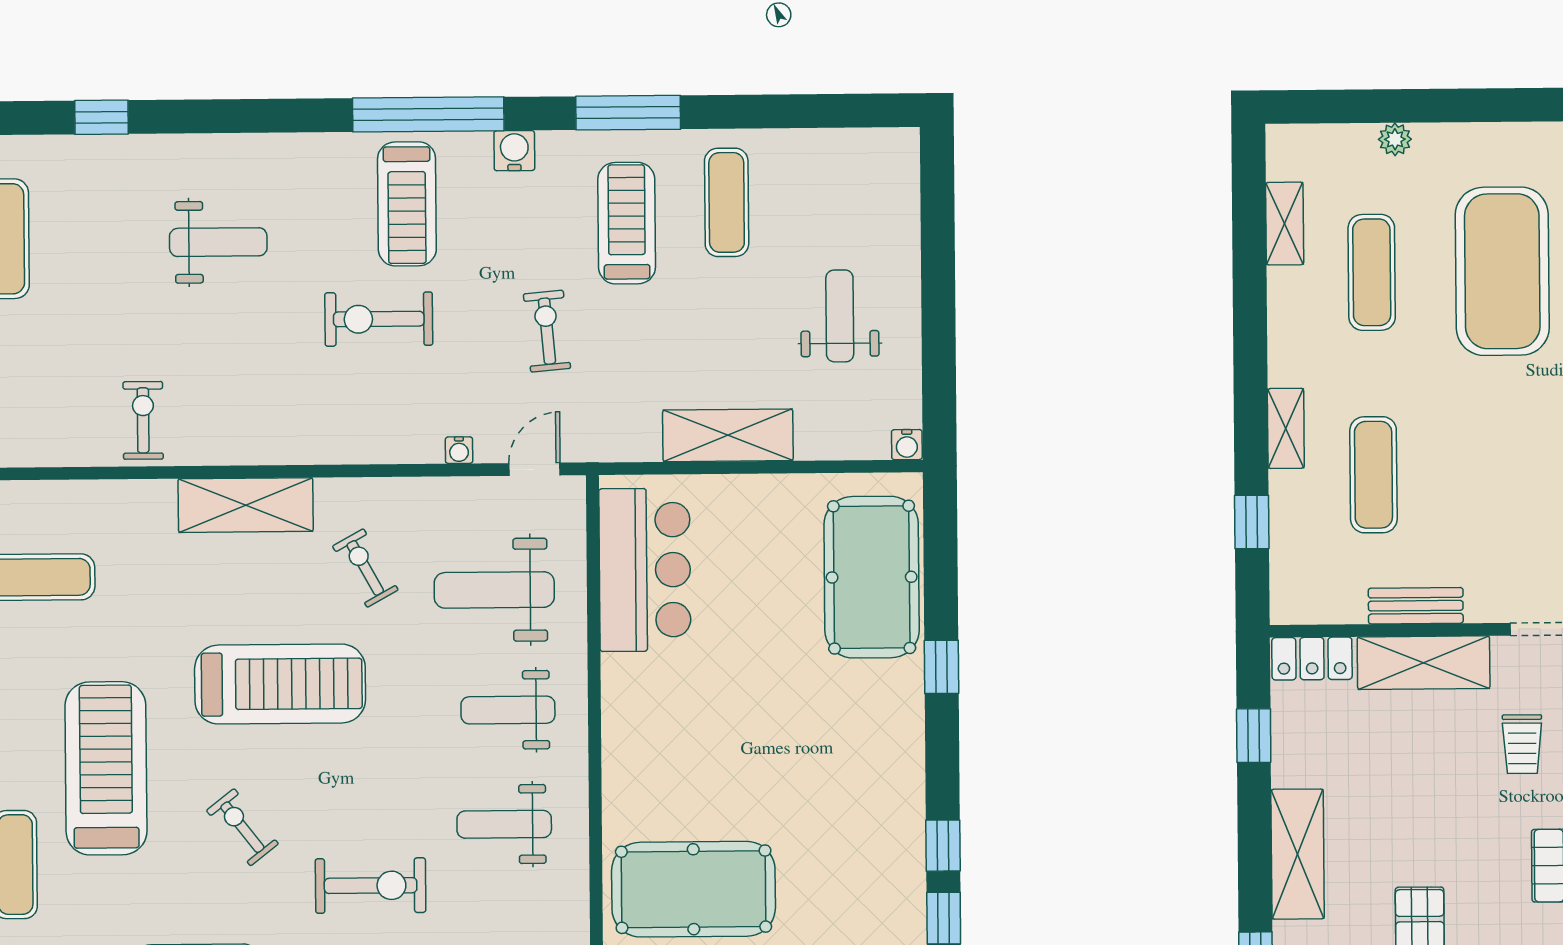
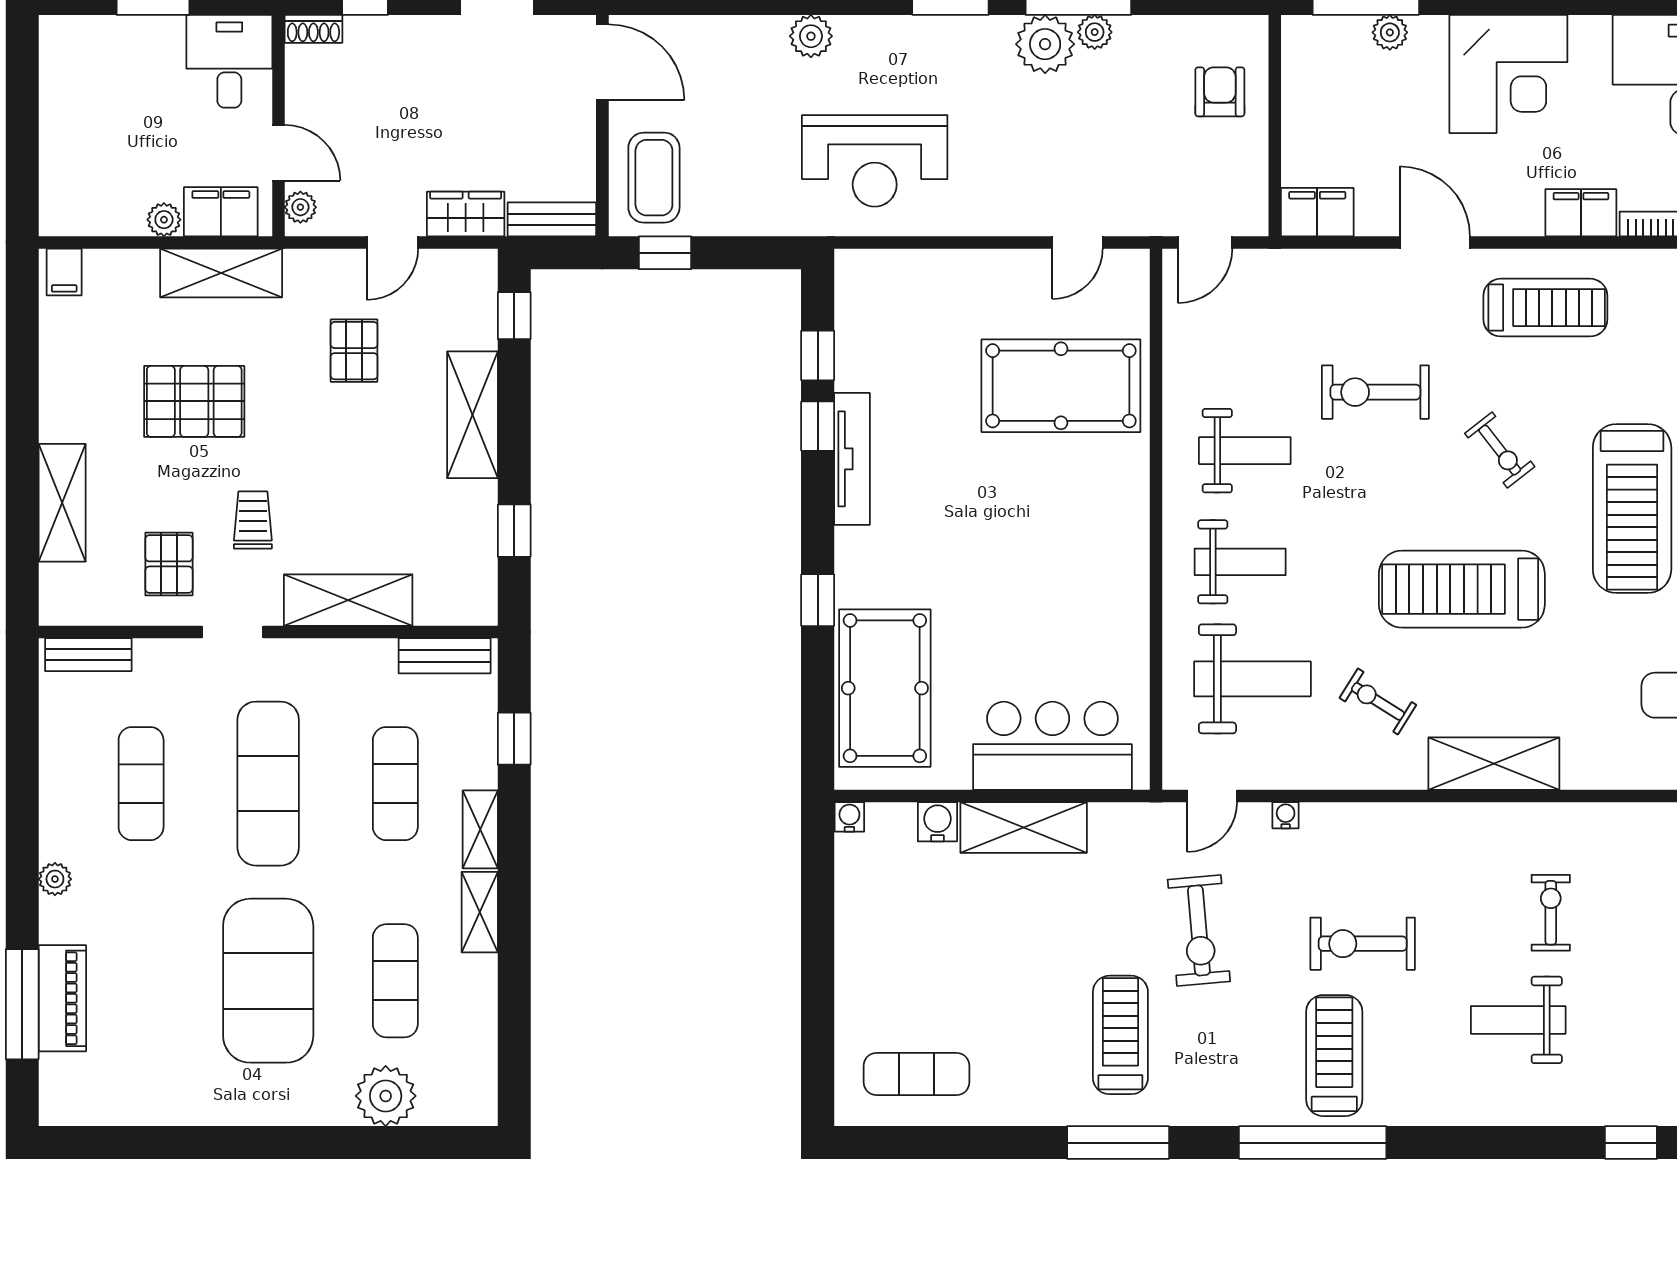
plant: (1395, 139) -> (386, 1096), width x1.88, depth x1.88
water cooler: (514, 151) -> (937, 822), moved, turned 180
exercise mat: (727, 202) -> (917, 1074), moved, turned 90
treadmill: (627, 223) -> (1120, 1035), turned 180
shelving: (1285, 224) -> (480, 912), moved
weight bench: (840, 316) -> (914, 943), removed
exercise bike: (379, 319) -> (1363, 944), turned 180
exercise bike: (547, 331) -> (1199, 930), width x1.38, depth x1.39
exercise bike: (143, 420) -> (1551, 913), moved, turned 180
exercise mat: (1504, 474) -> (268, 784), added
exercise bike: (365, 568) -> (1378, 701), turned 151
bar counter: (645, 570) -> (1052, 746), moved, turned 90
bench: (1416, 606) -> (445, 656), moved
locker: (1312, 659) -> (457, 605), removed
tv unit: (907, 812) -> (852, 459), added

